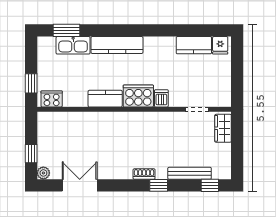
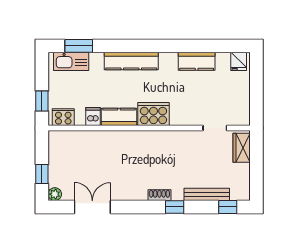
kitchen sink: (73, 45) -> (71, 61), moved
kitchen counter: (194, 45) -> (197, 61), moved
dishwasher: (161, 98) -> (93, 116), moved

